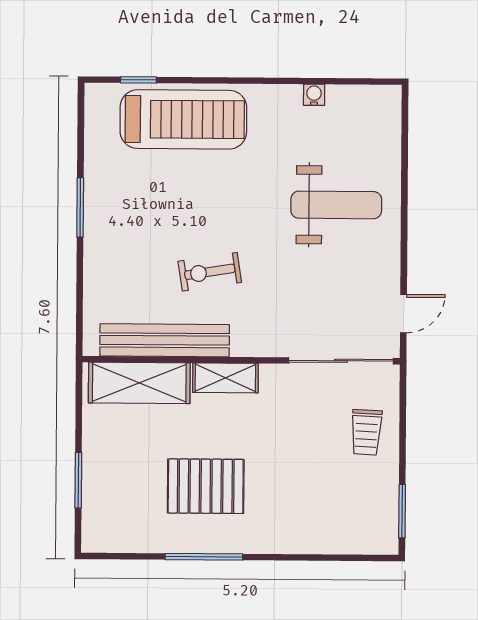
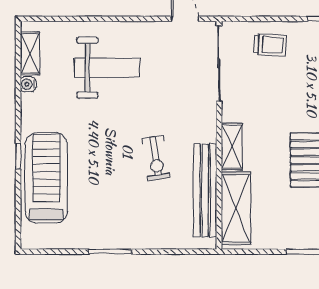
window: (138, 80) -> (18, 156), moved
shelving: (357, 98) -> (30, 53), added
weight bench: (336, 205) -> (107, 68), turned 90

